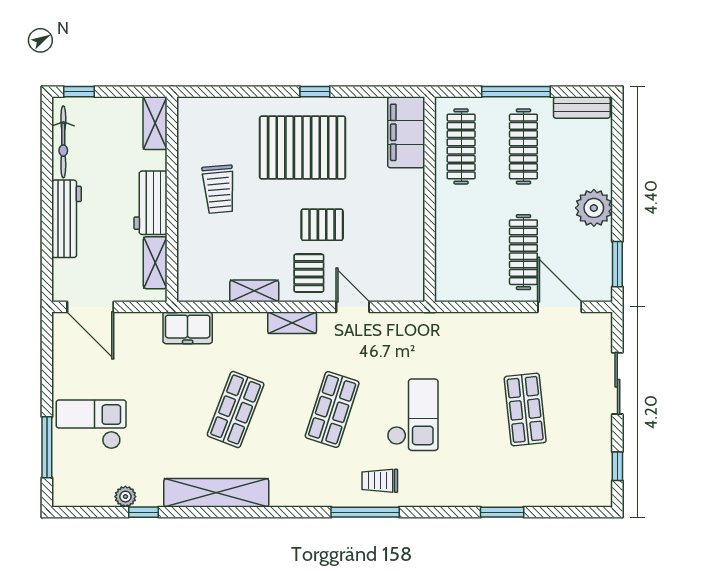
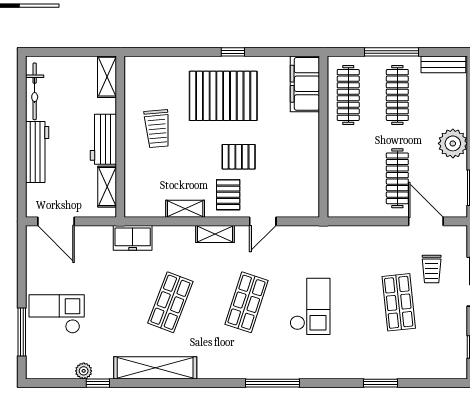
window: (79, 92) -> (47, 52), removed
door: (353, 307) -> (263, 221), swing flipped
trolley: (380, 481) -> (432, 269), moved, turned -90

